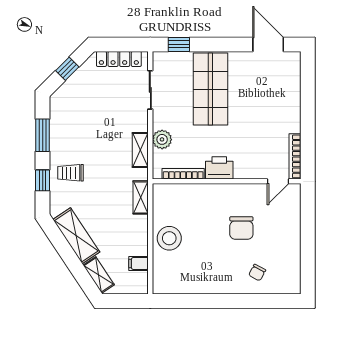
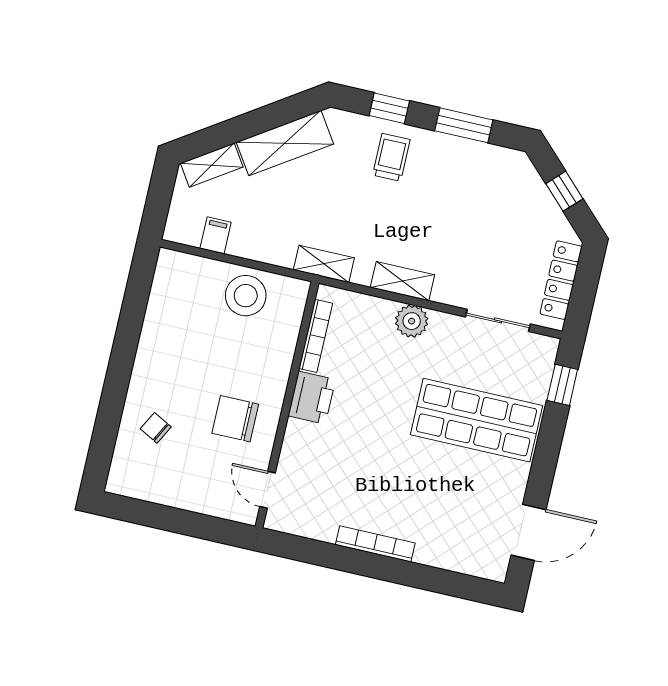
bookcase: (295, 156) -> (375, 544), moved
printer: (219, 168) -> (312, 398), moved
bookcase: (183, 174) -> (316, 336), moved
wall: (227, 181) -> (287, 405), moved
door: (278, 181) -> (268, 490), moved

